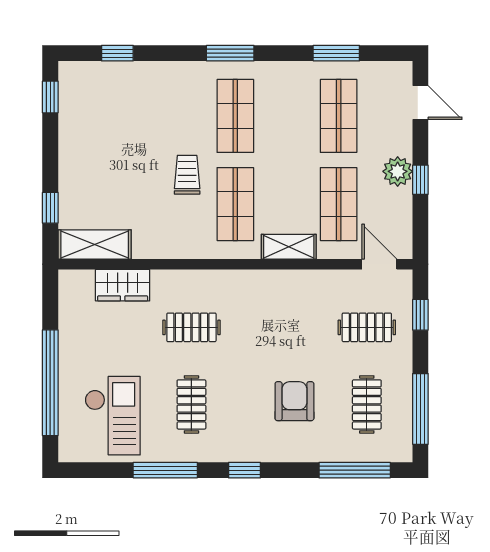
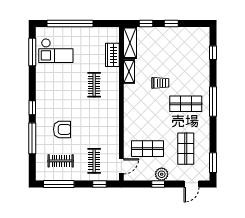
window: (230, 53) -> (213, 102), width x1.44
window: (336, 53) -> (213, 163), moved
window: (50, 97) -> (171, 24), moved
shop shelf: (339, 116) -> (186, 149), turned 90
shop shelf: (235, 204) -> (148, 104), removed
shelving: (289, 247) -> (129, 71), moved
clothes rail: (191, 404) -> (61, 85), removed
window: (165, 470) -> (32, 52), moved
window: (355, 470) -> (32, 138), moved

